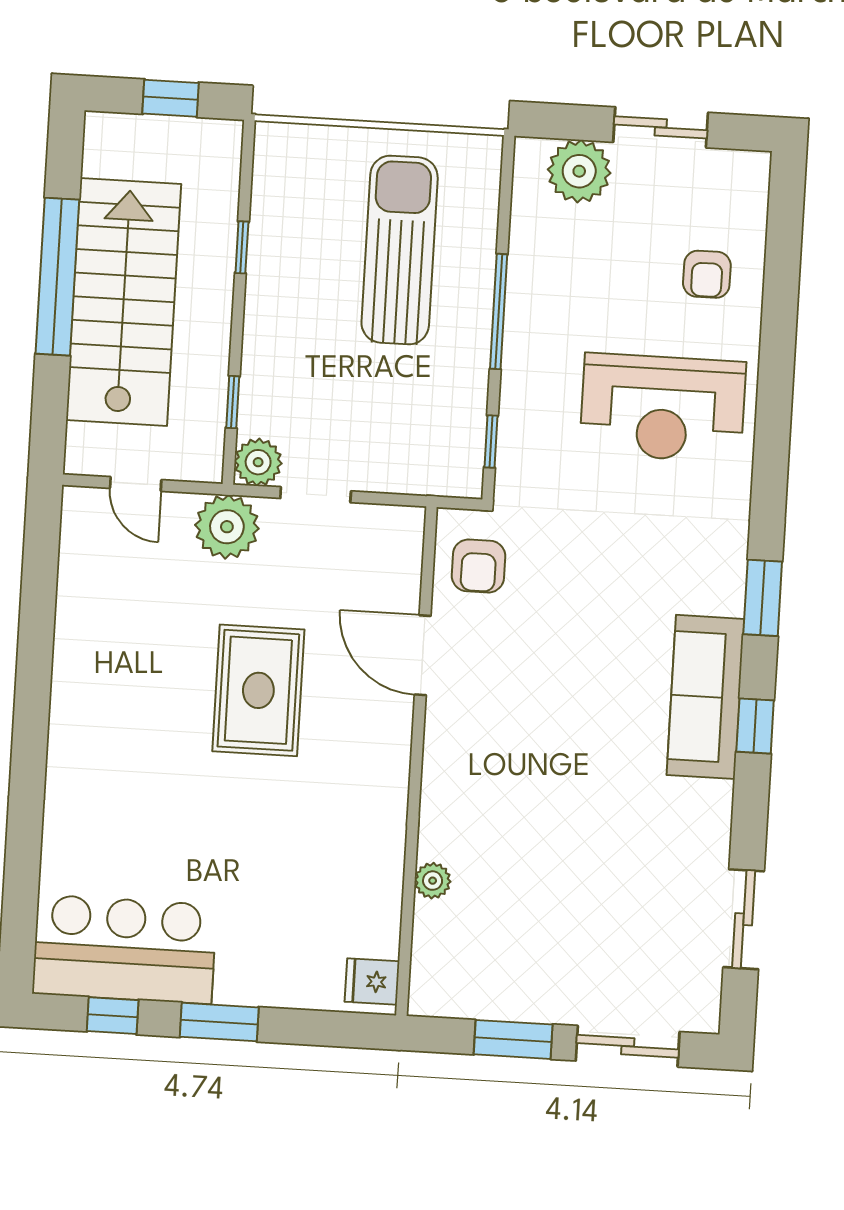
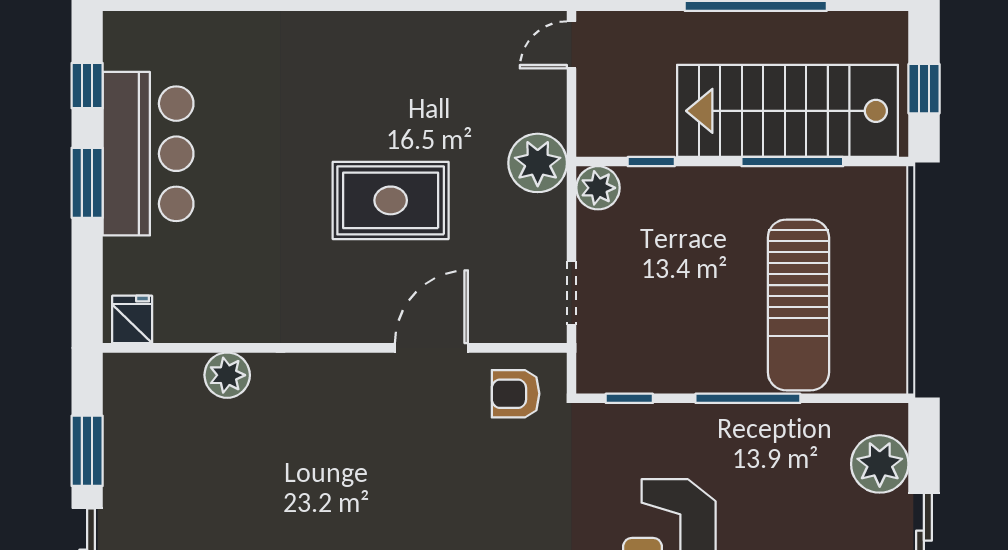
window: (242, 247) -> (792, 162), width x2.17
sun lounger: (400, 250) -> (798, 305), turned 90
stairs: (124, 302) -> (788, 111), moved, turned 180
door: (136, 484) -> (572, 45), moved
doorway: (316, 495) -> (572, 293), moved
plant: (433, 881) -> (227, 375), width x1.38, depth x1.38
bar counter: (124, 949) -> (148, 154), moved

